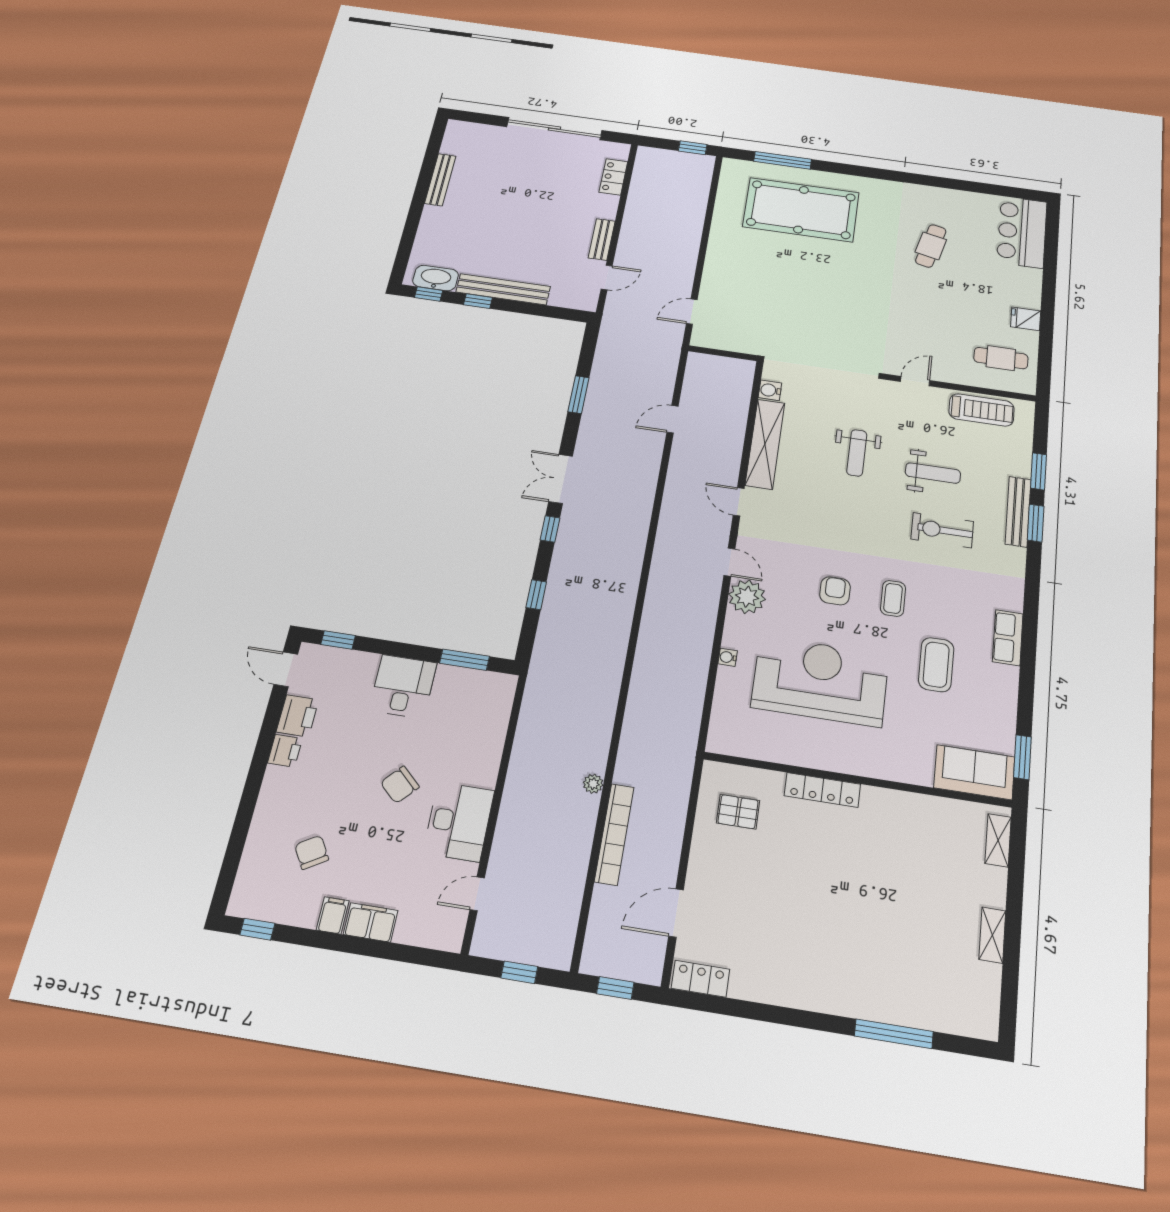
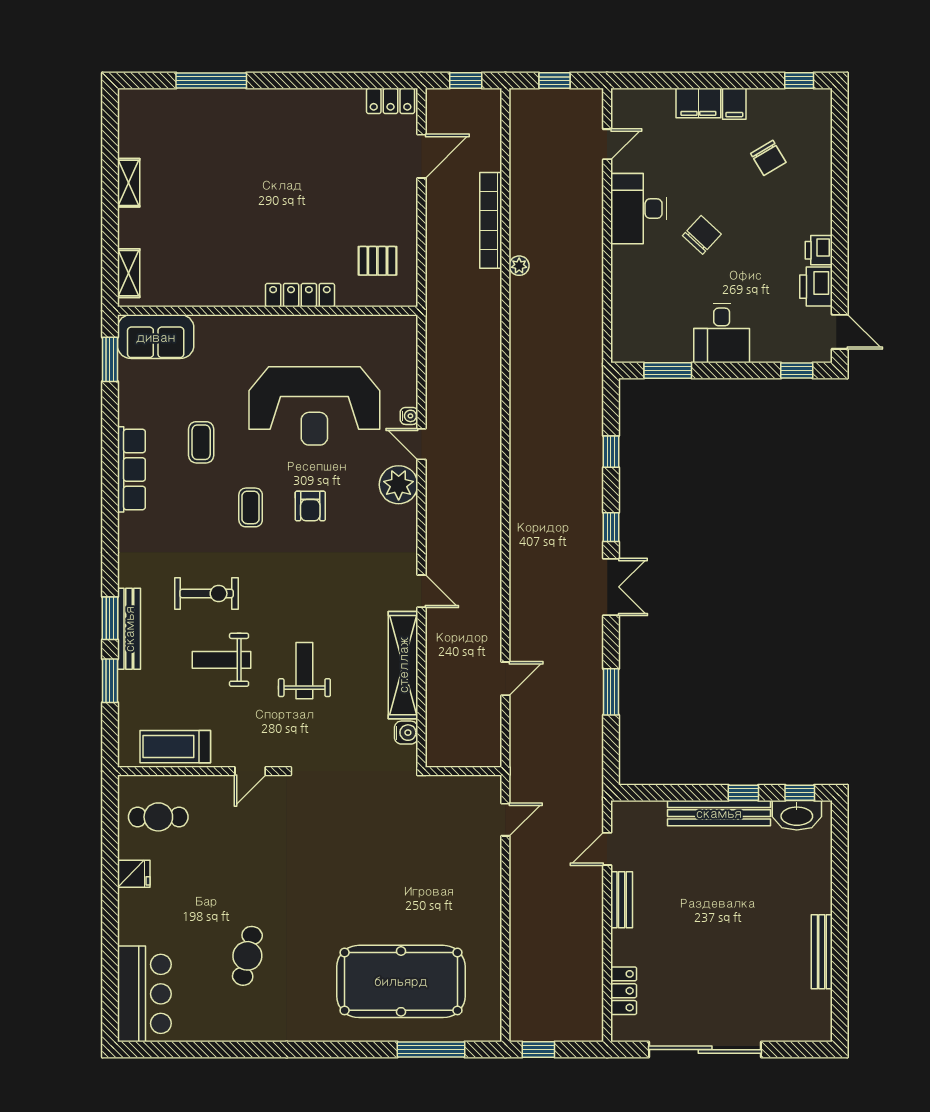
door: (729, 562) -> (421, 444), moved
row of seats: (1008, 638) -> (131, 469), width x1.48
coffee table: (936, 665) -> (201, 442), width x0.73, depth x0.77

